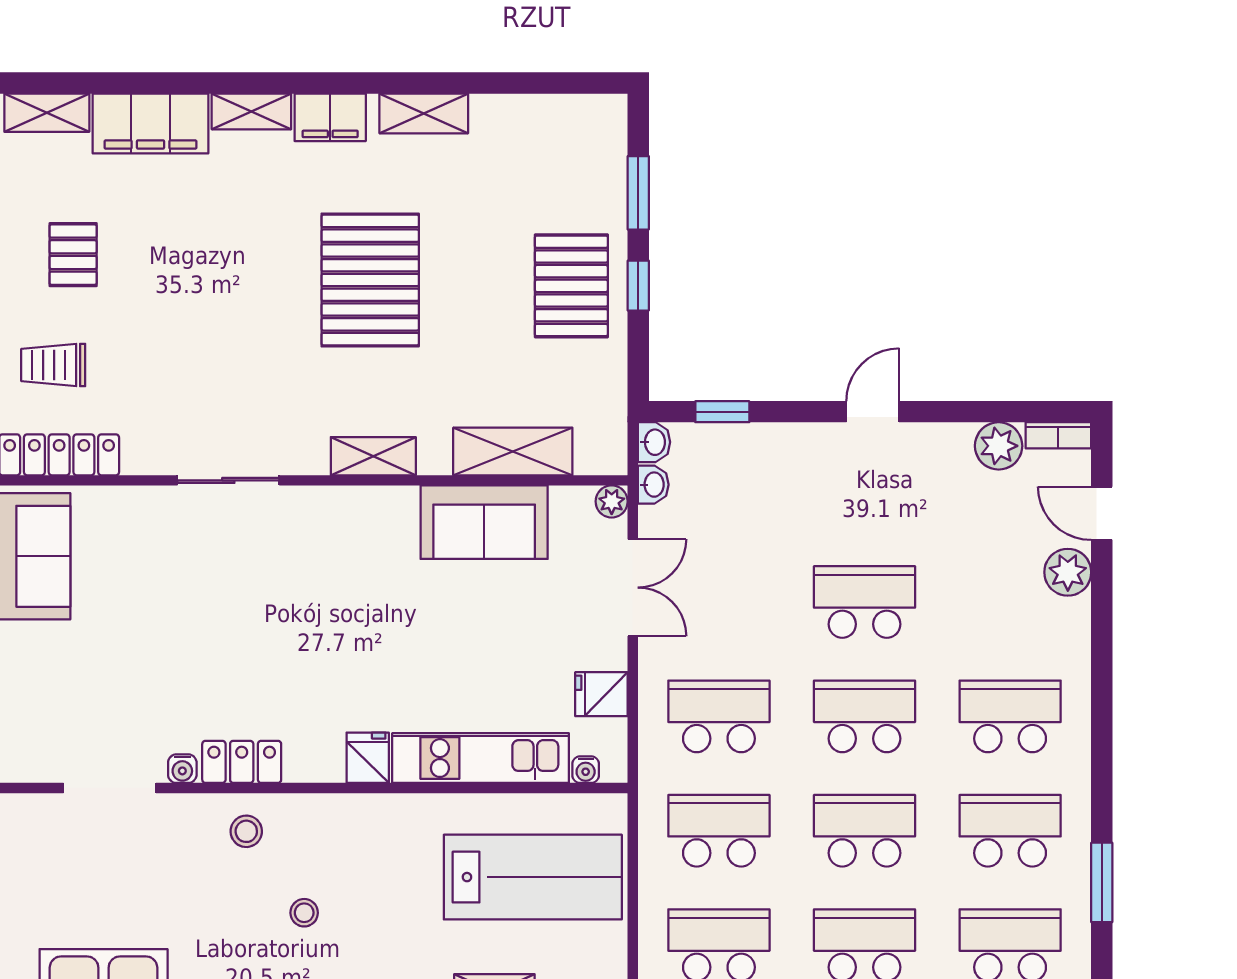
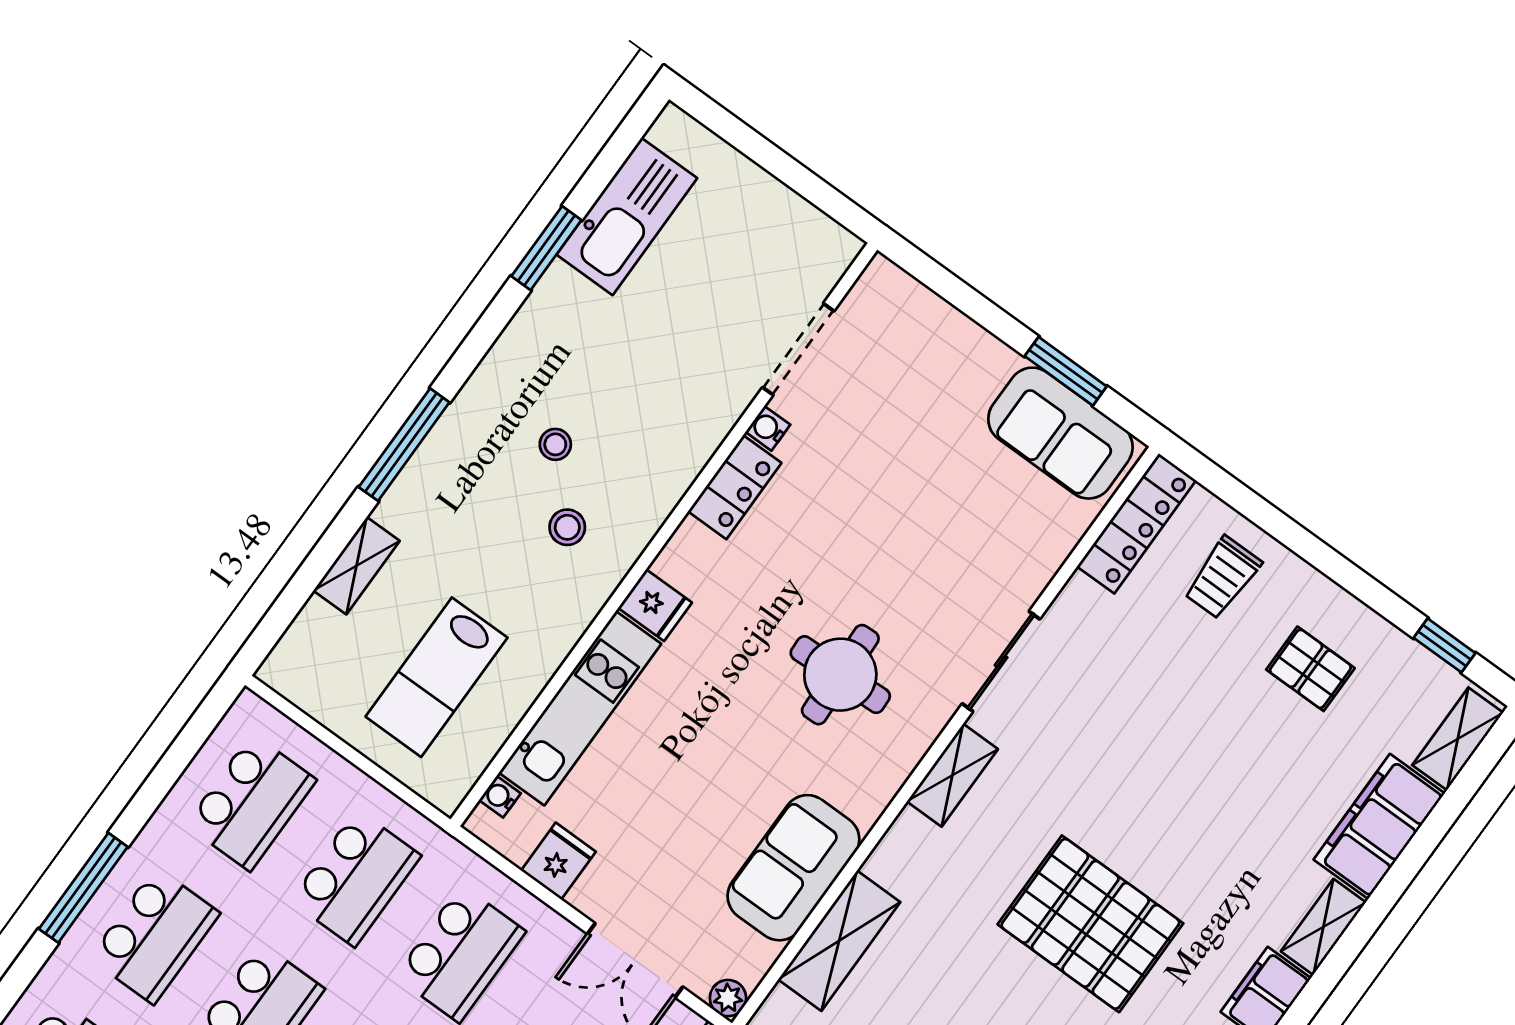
trolley: (53, 365) -> (1223, 578), turned 180
shelving: (373, 456) -> (952, 775), moved
round table: (321, 589) -> (840, 675), added
stool: (246, 831) -> (567, 527), moved
lab bench: (533, 877) -> (437, 677), width x0.73, depth x0.72

